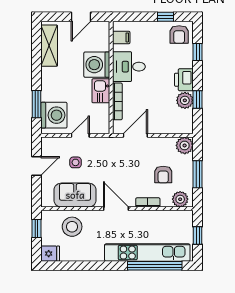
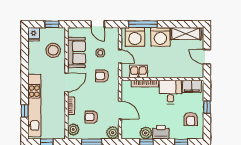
window: (166, 17) -> (207, 107), moved
armchair: (179, 34) -> (191, 119), moved, turned -90
filing cabinet: (121, 37) -> (192, 86), width x2.00
washing machine: (97, 65) -> (160, 37), moved, turned 180
kitchen sink: (101, 91) -> (138, 71), moved
window: (36, 104) -> (143, 24), width x1.44
door: (135, 135) -> (120, 110), moved
armchair: (107, 160) -> (102, 76), added
window: (155, 266) -> (25, 111), width x0.32

